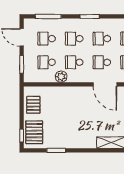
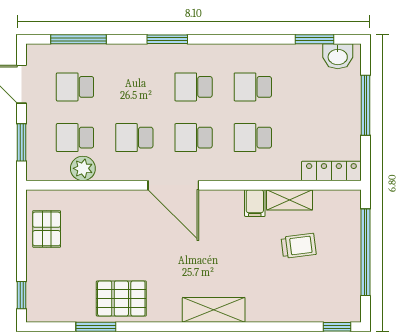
school desk: (74, 39) -> (134, 87), removed
plant: (61, 77) -> (83, 168), moved
door: (105, 84) -> (173, 185), moved
pallet: (34, 132) -> (121, 299), moved, turned 90

